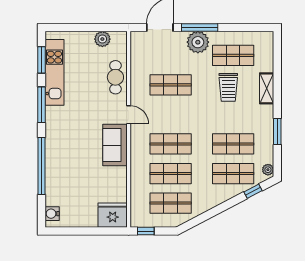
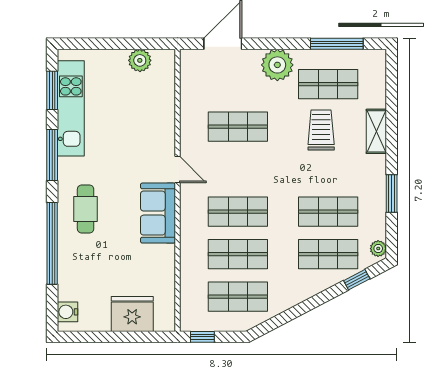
window: (200, 27) -> (337, 44), moved
cafe table: (115, 77) -> (86, 209), moved
trolley: (228, 87) -> (321, 130), turned 180
fridge: (113, 215) -> (132, 314), moved

